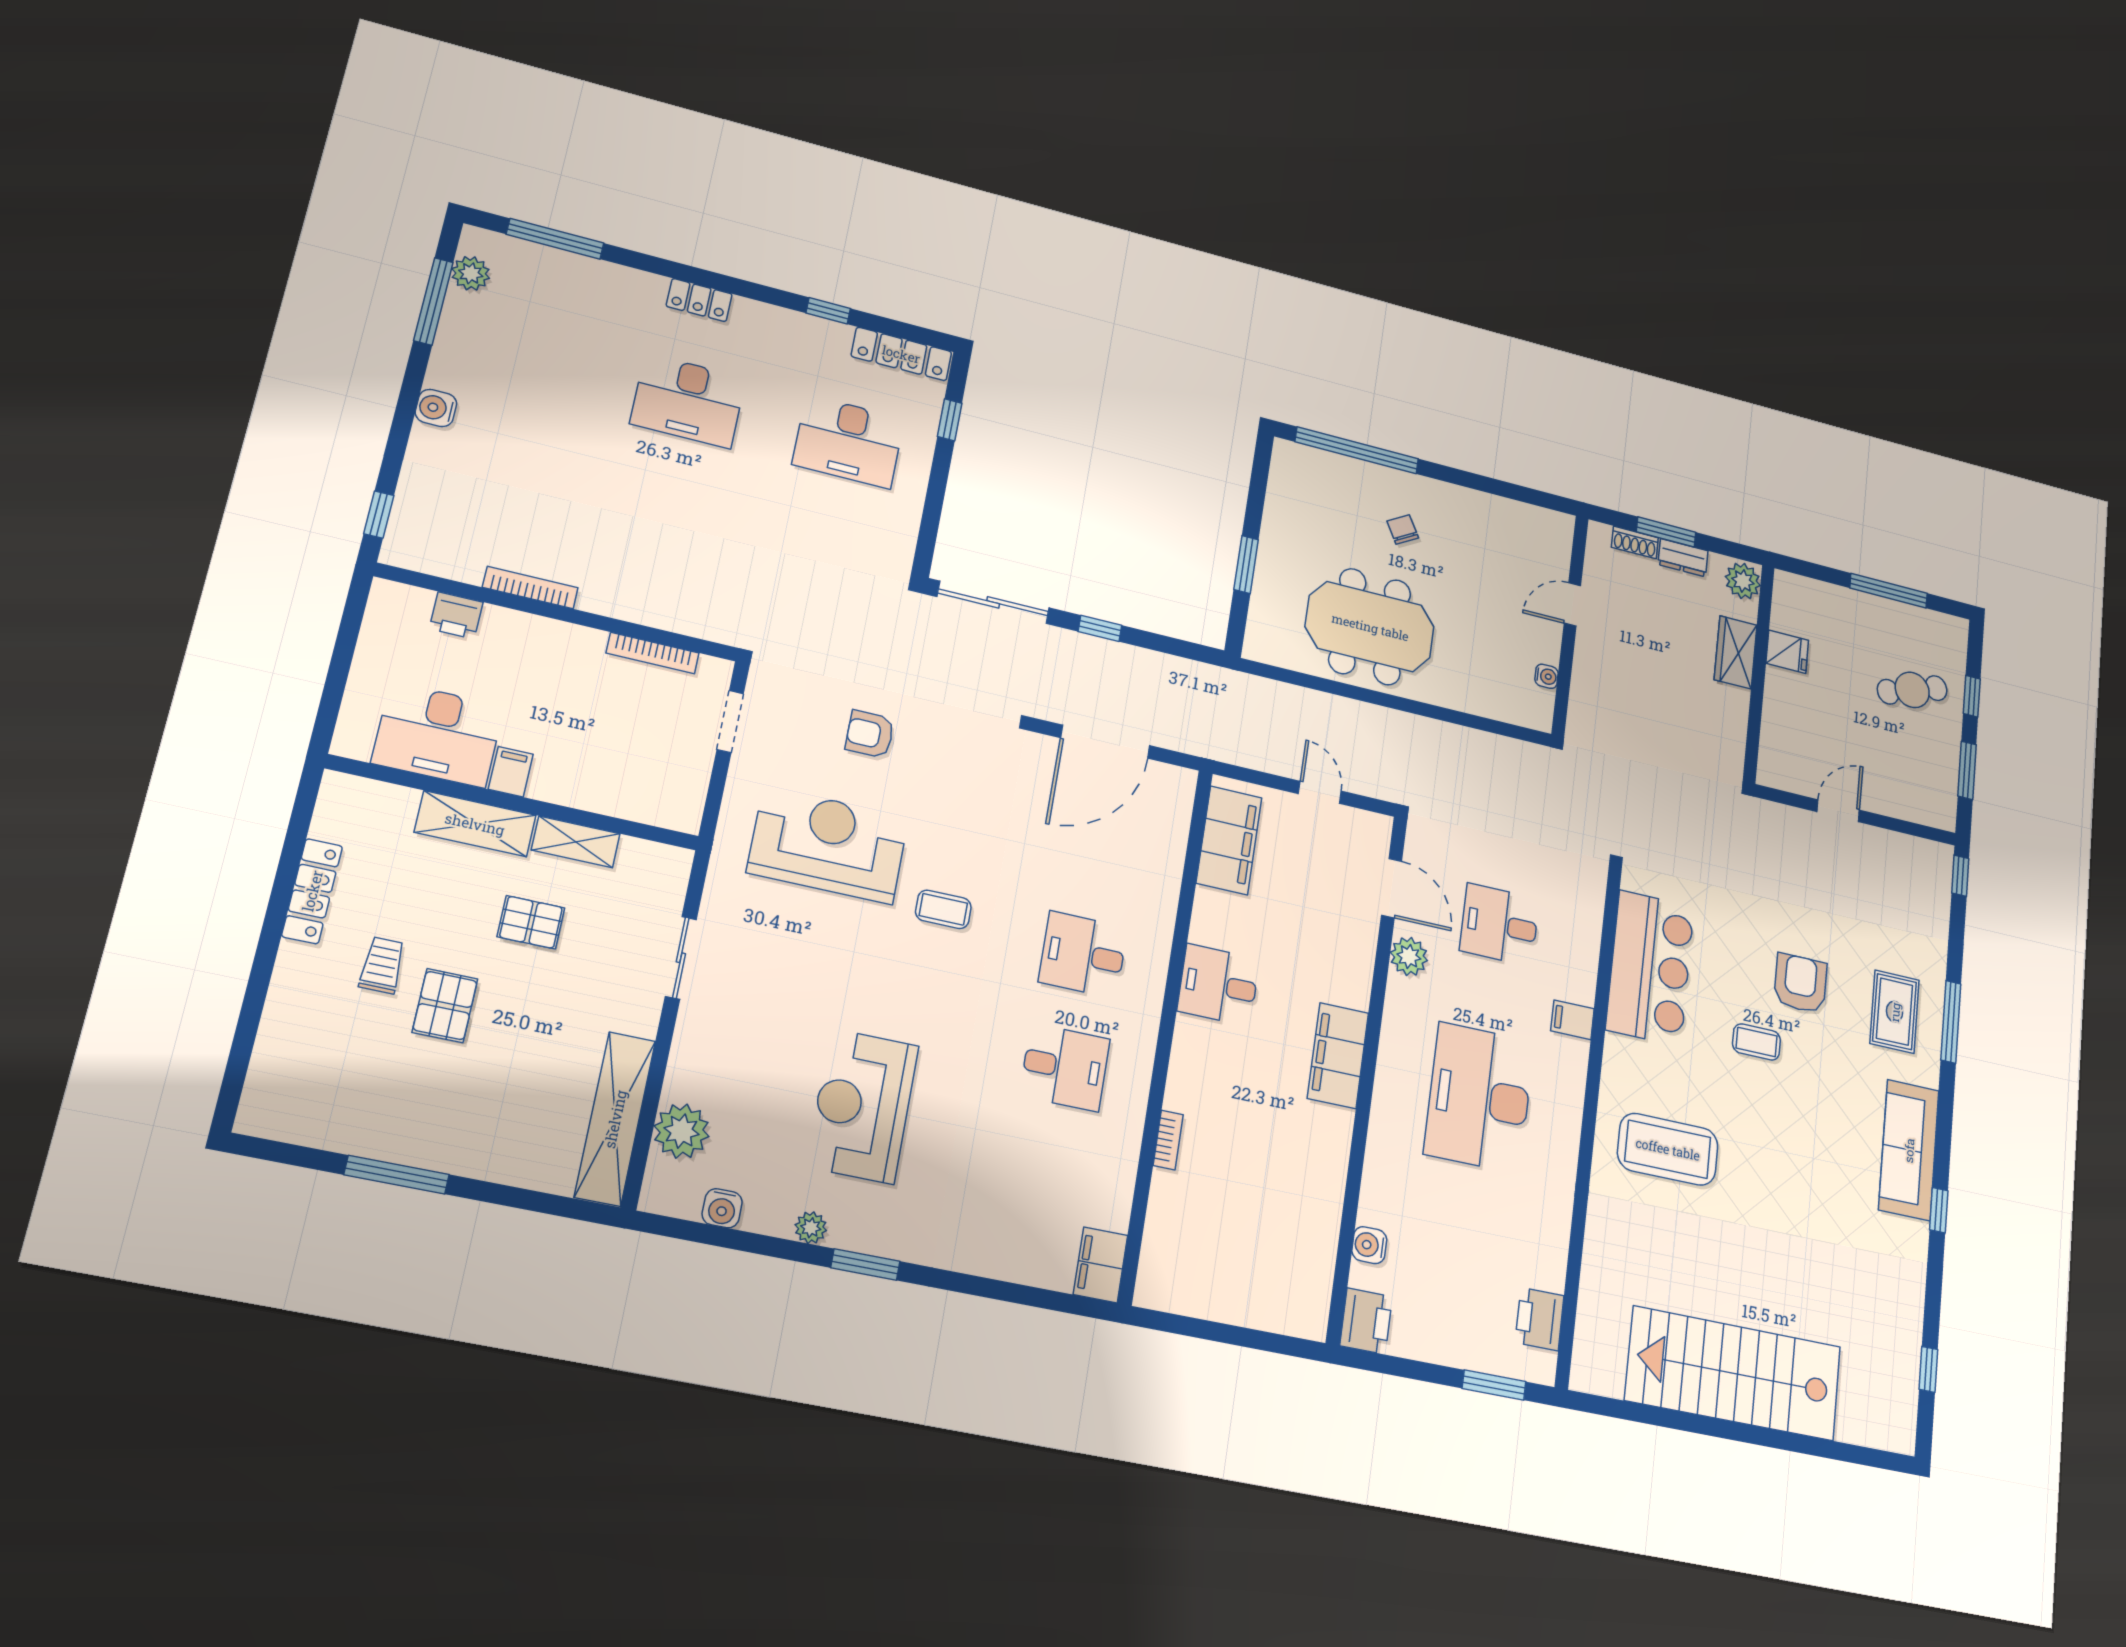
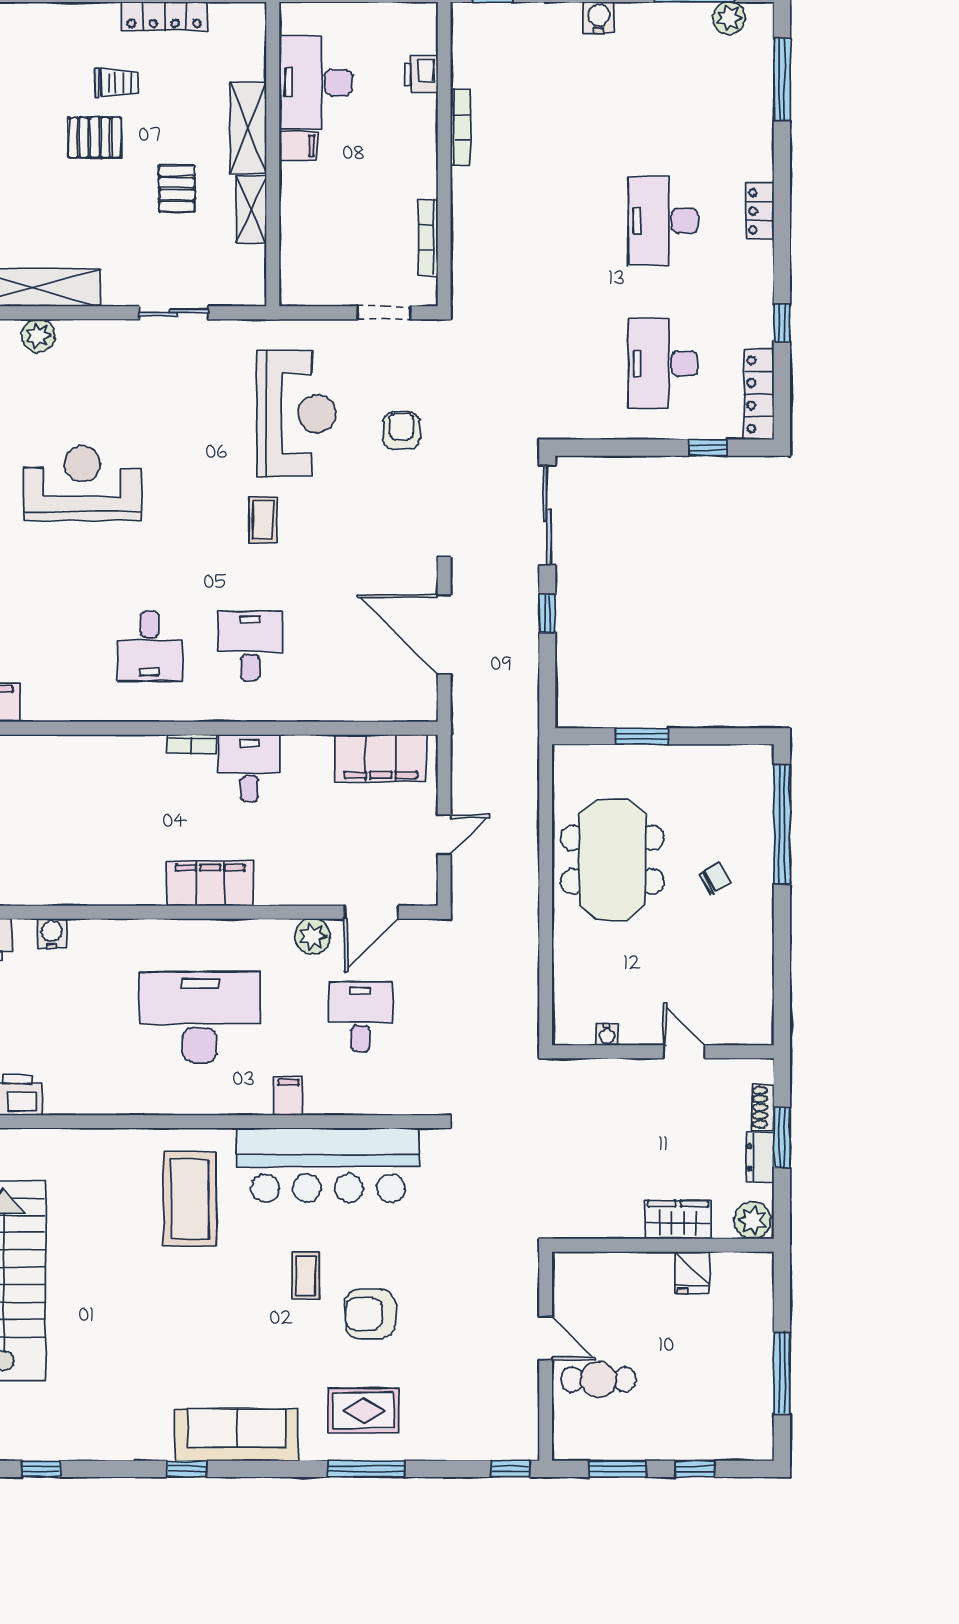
cafe table: (1912, 690) -> (598, 1380), moved, turned -72
bar counter: (1650, 968) -> (328, 1165), width x1.36
armchair: (1800, 983) -> (370, 1314), turned 180
plant: (682, 1131) -> (38, 336), width x0.73, depth x0.73
bookcase: (1168, 1140) -> (192, 744), moved

